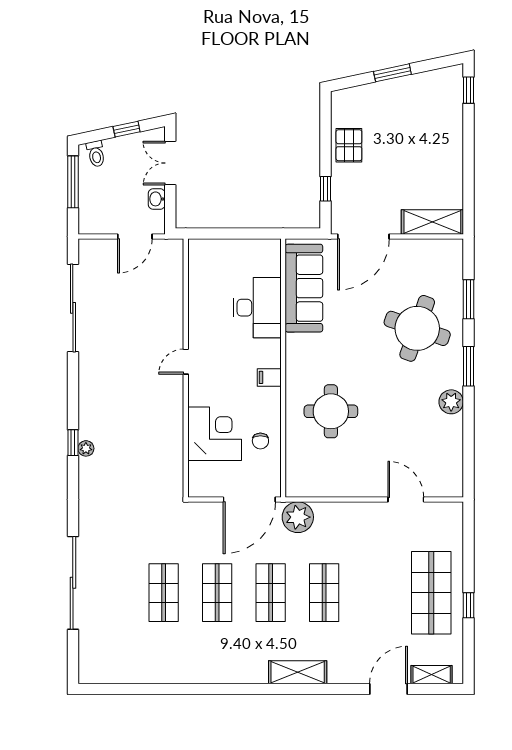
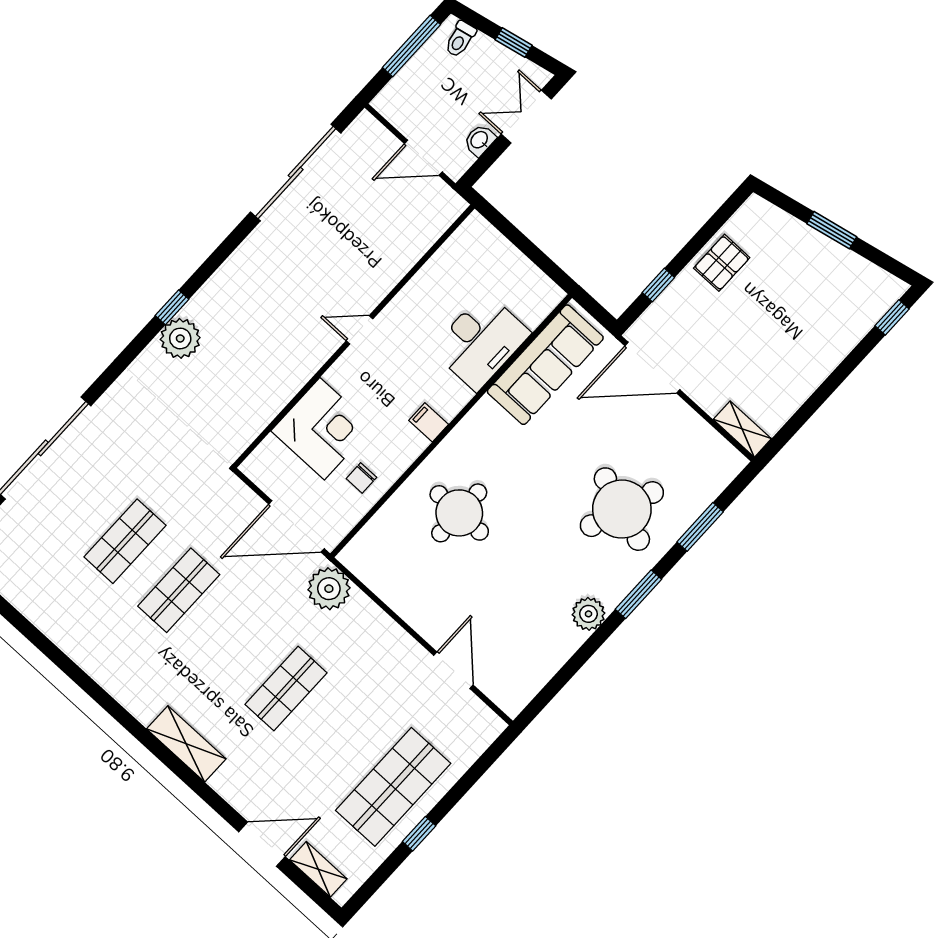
shelving: (432, 222) -> (742, 429), width x0.67, depth x0.75
plant: (86, 448) -> (180, 338), width x1.88, depth x1.88
shop shelf: (271, 593) -> (232, 639), removed

